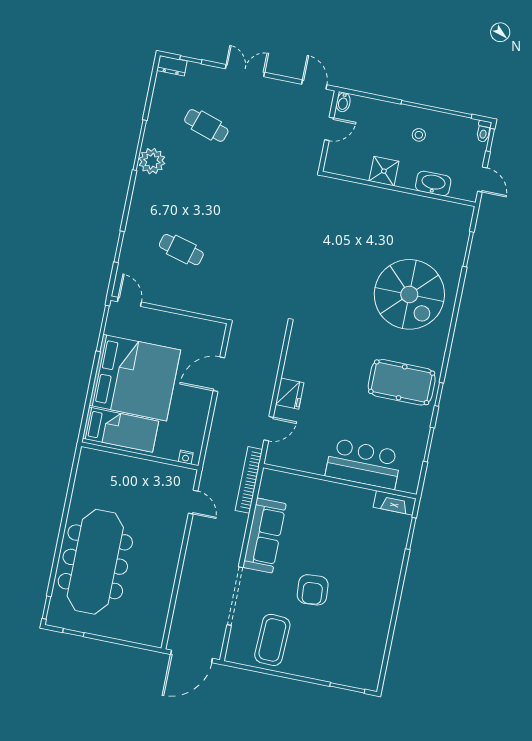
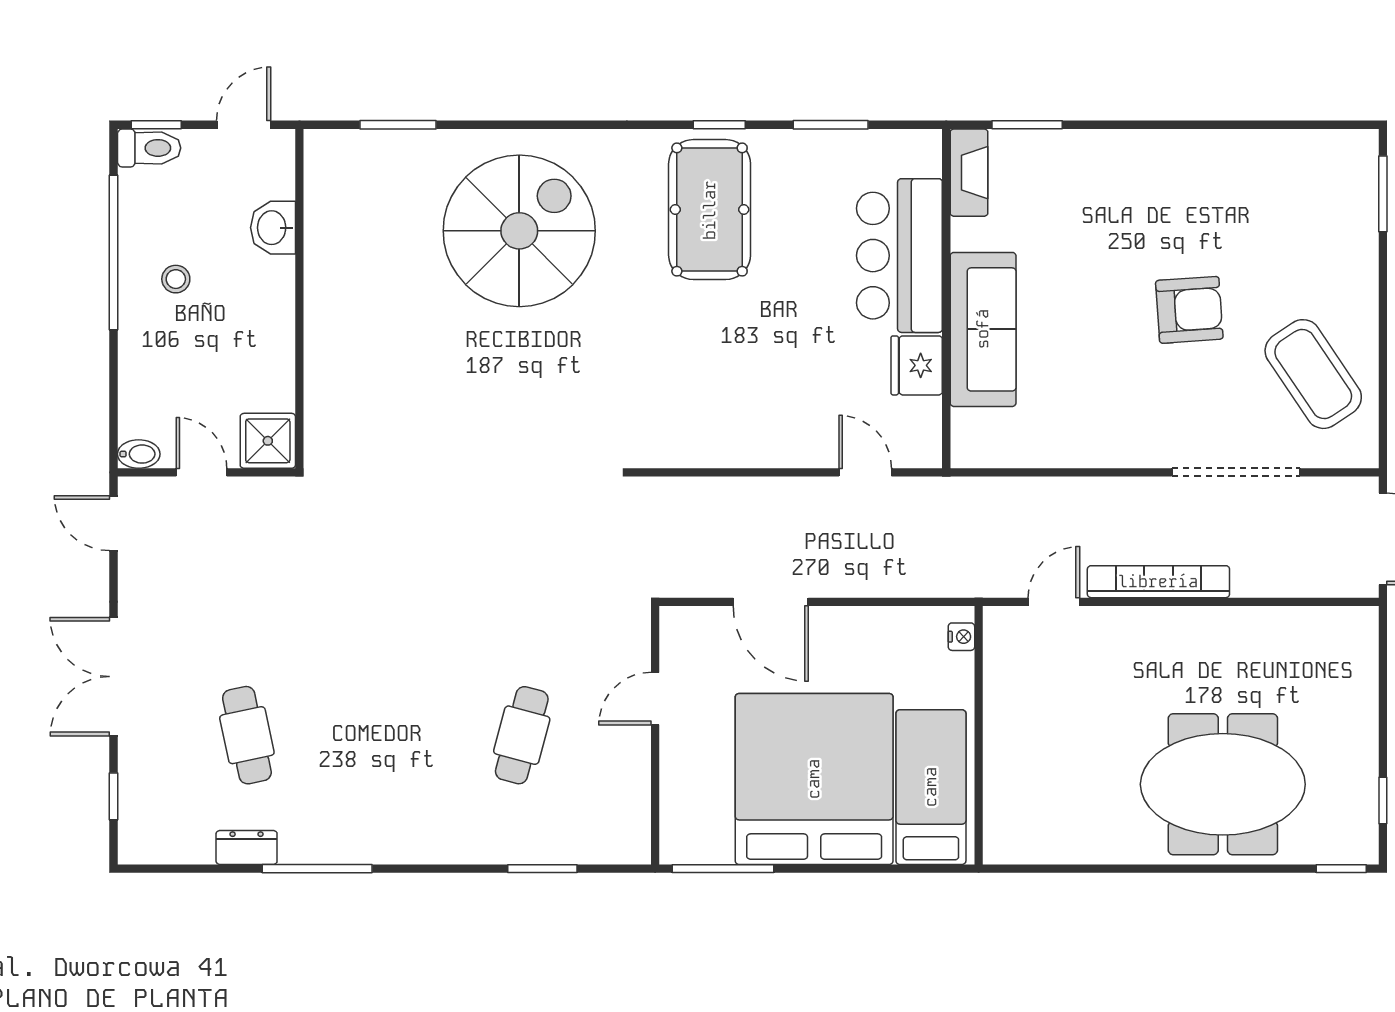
dresser: (172, 66) -> (247, 847), moved, turned -90
double door: (245, 71) -> (113, 677), width x1.37
door: (314, 85) -> (113, 523), hinge flipped
cafe table: (206, 125) -> (247, 735), turned -30
toilet: (484, 131) -> (149, 148), width x1.37, depth x1.39
plant: (152, 161) -> (346, 836), removed
shower: (384, 171) -> (268, 441), moved
washbasin: (433, 183) -> (273, 228), width x0.72
door: (129, 302) -> (655, 699), moved
fridge: (290, 394) -> (917, 365), moved, turned -90
bookcase: (249, 480) -> (1158, 582), moved, turned 180
sofa: (264, 536) -> (983, 329), moved, turned 90
meeting table: (95, 562) -> (1223, 784), width x0.73
coffee table: (272, 640) -> (1313, 374), turned 54

